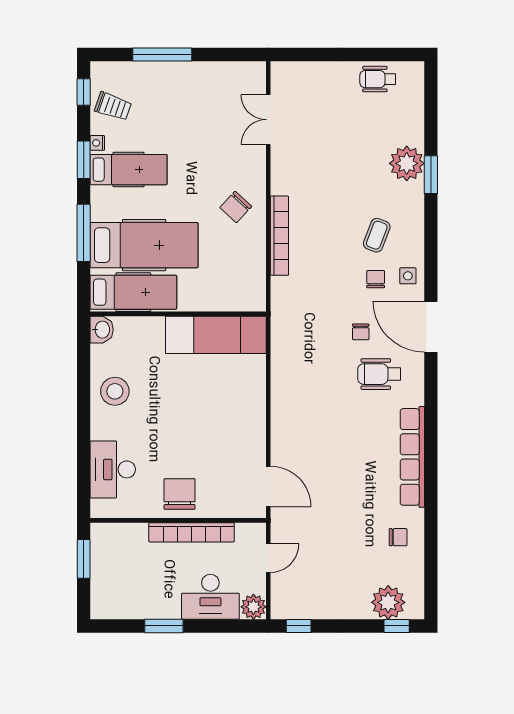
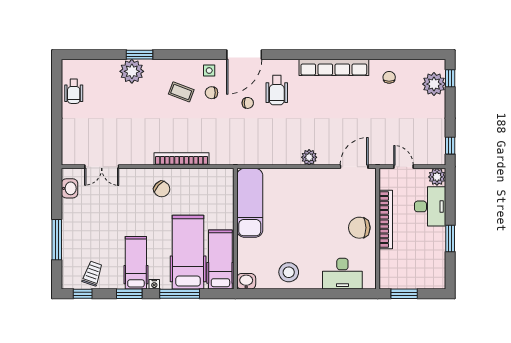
washbasin: (237, 73) -> (69, 188), added
nightstand: (97, 143) -> (154, 284), moved
plant: (282, 421) -> (309, 157), added

